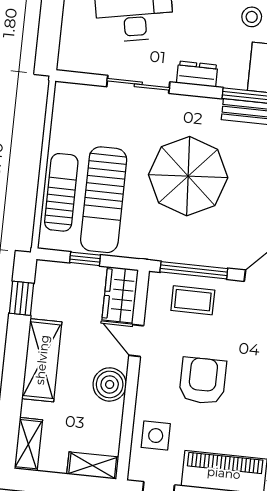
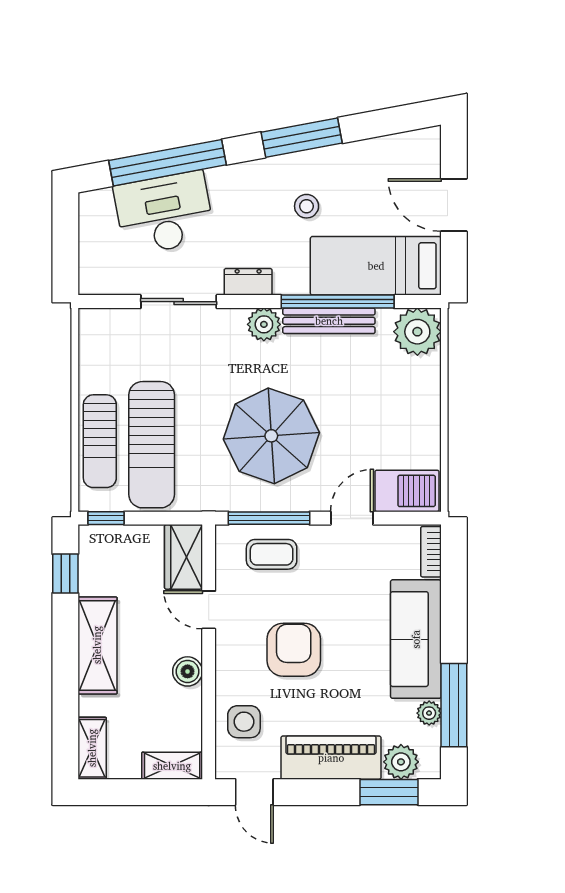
plant: (206, 110) -> (264, 324), added
parasol: (188, 176) -> (271, 436), moved
sun lounger: (61, 192) -> (100, 441), turned 180
window: (85, 259) -> (106, 518), moved
boiler: (110, 384) -> (188, 671), width x0.73, depth x0.73

